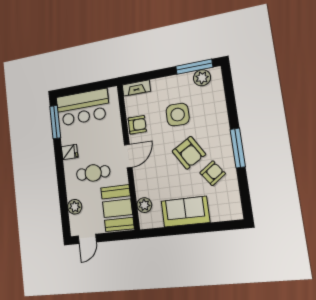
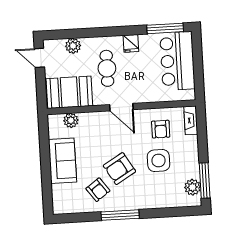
armchair: (137, 125) -> (161, 129), moved

